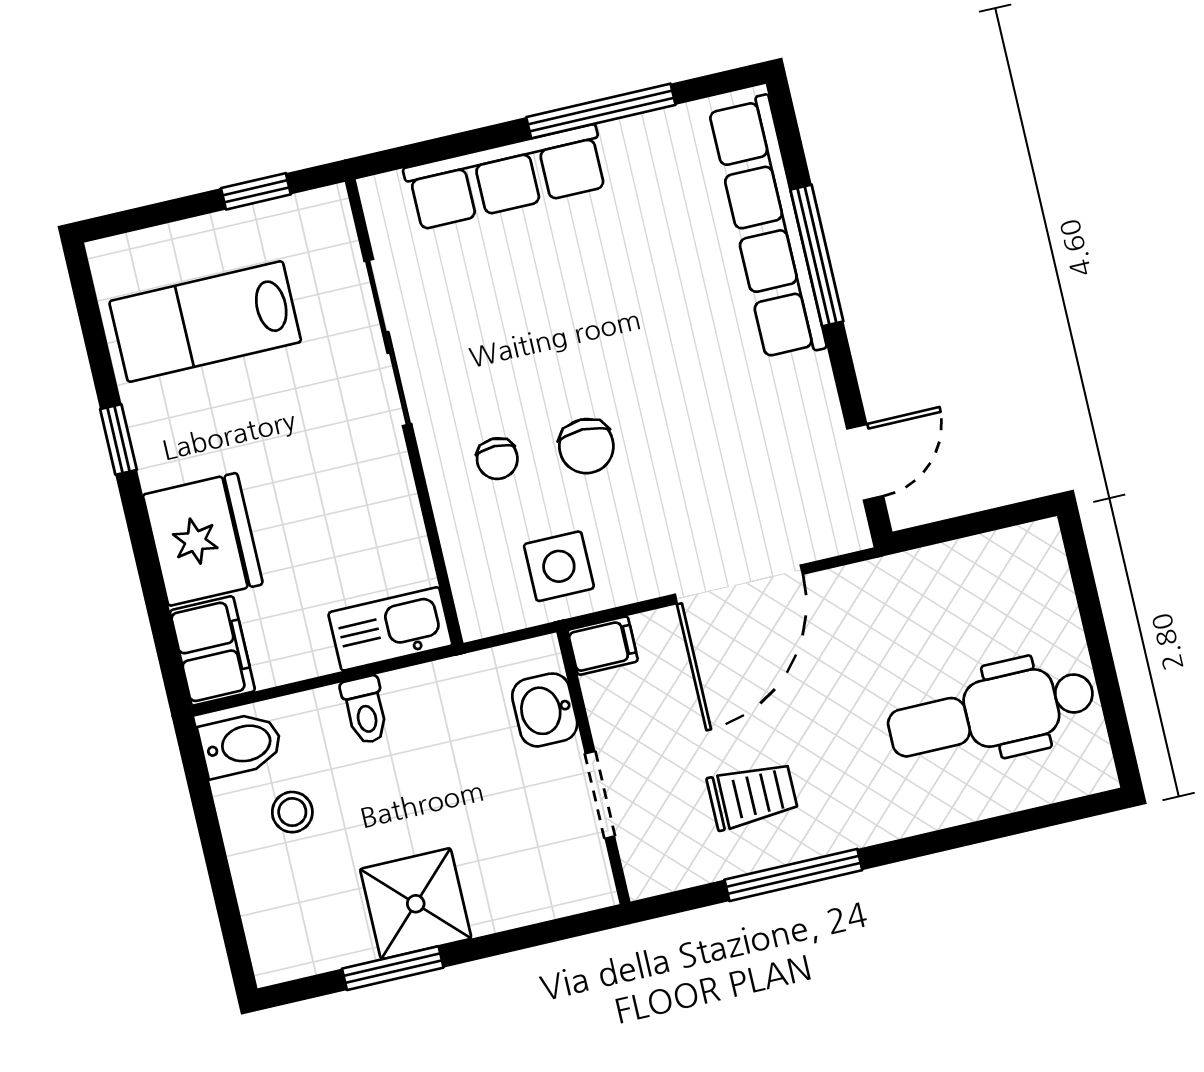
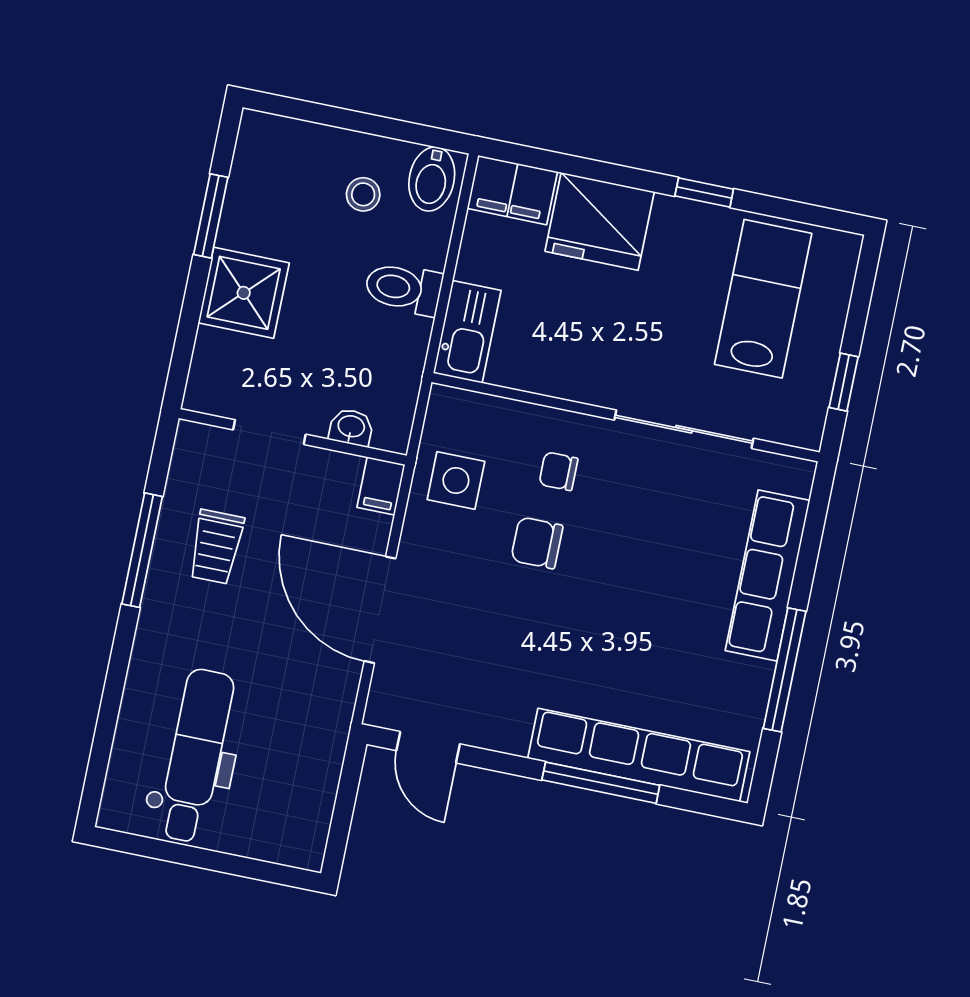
toilet: (365, 710) -> (403, 288), width x1.37, depth x1.39
washbasin: (545, 710) -> (351, 427), width x0.72, depth x0.69
shower: (416, 904) -> (244, 293), moved

